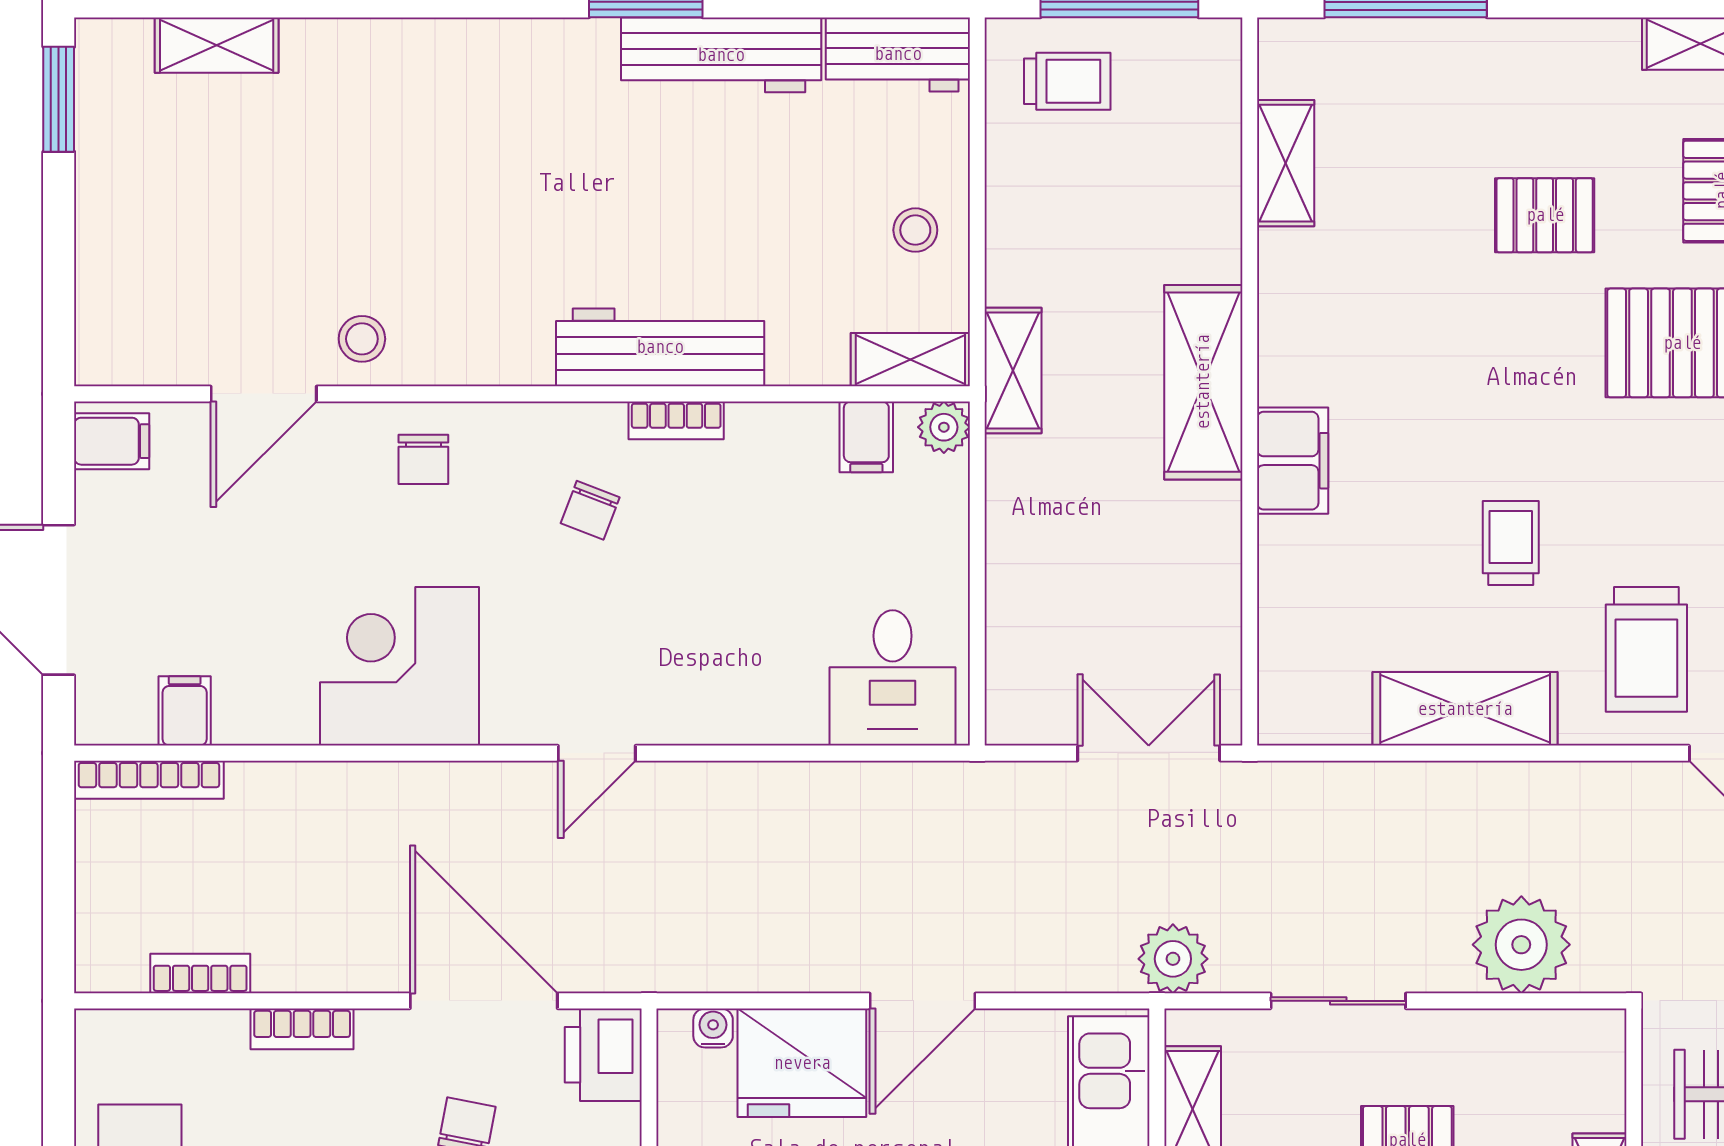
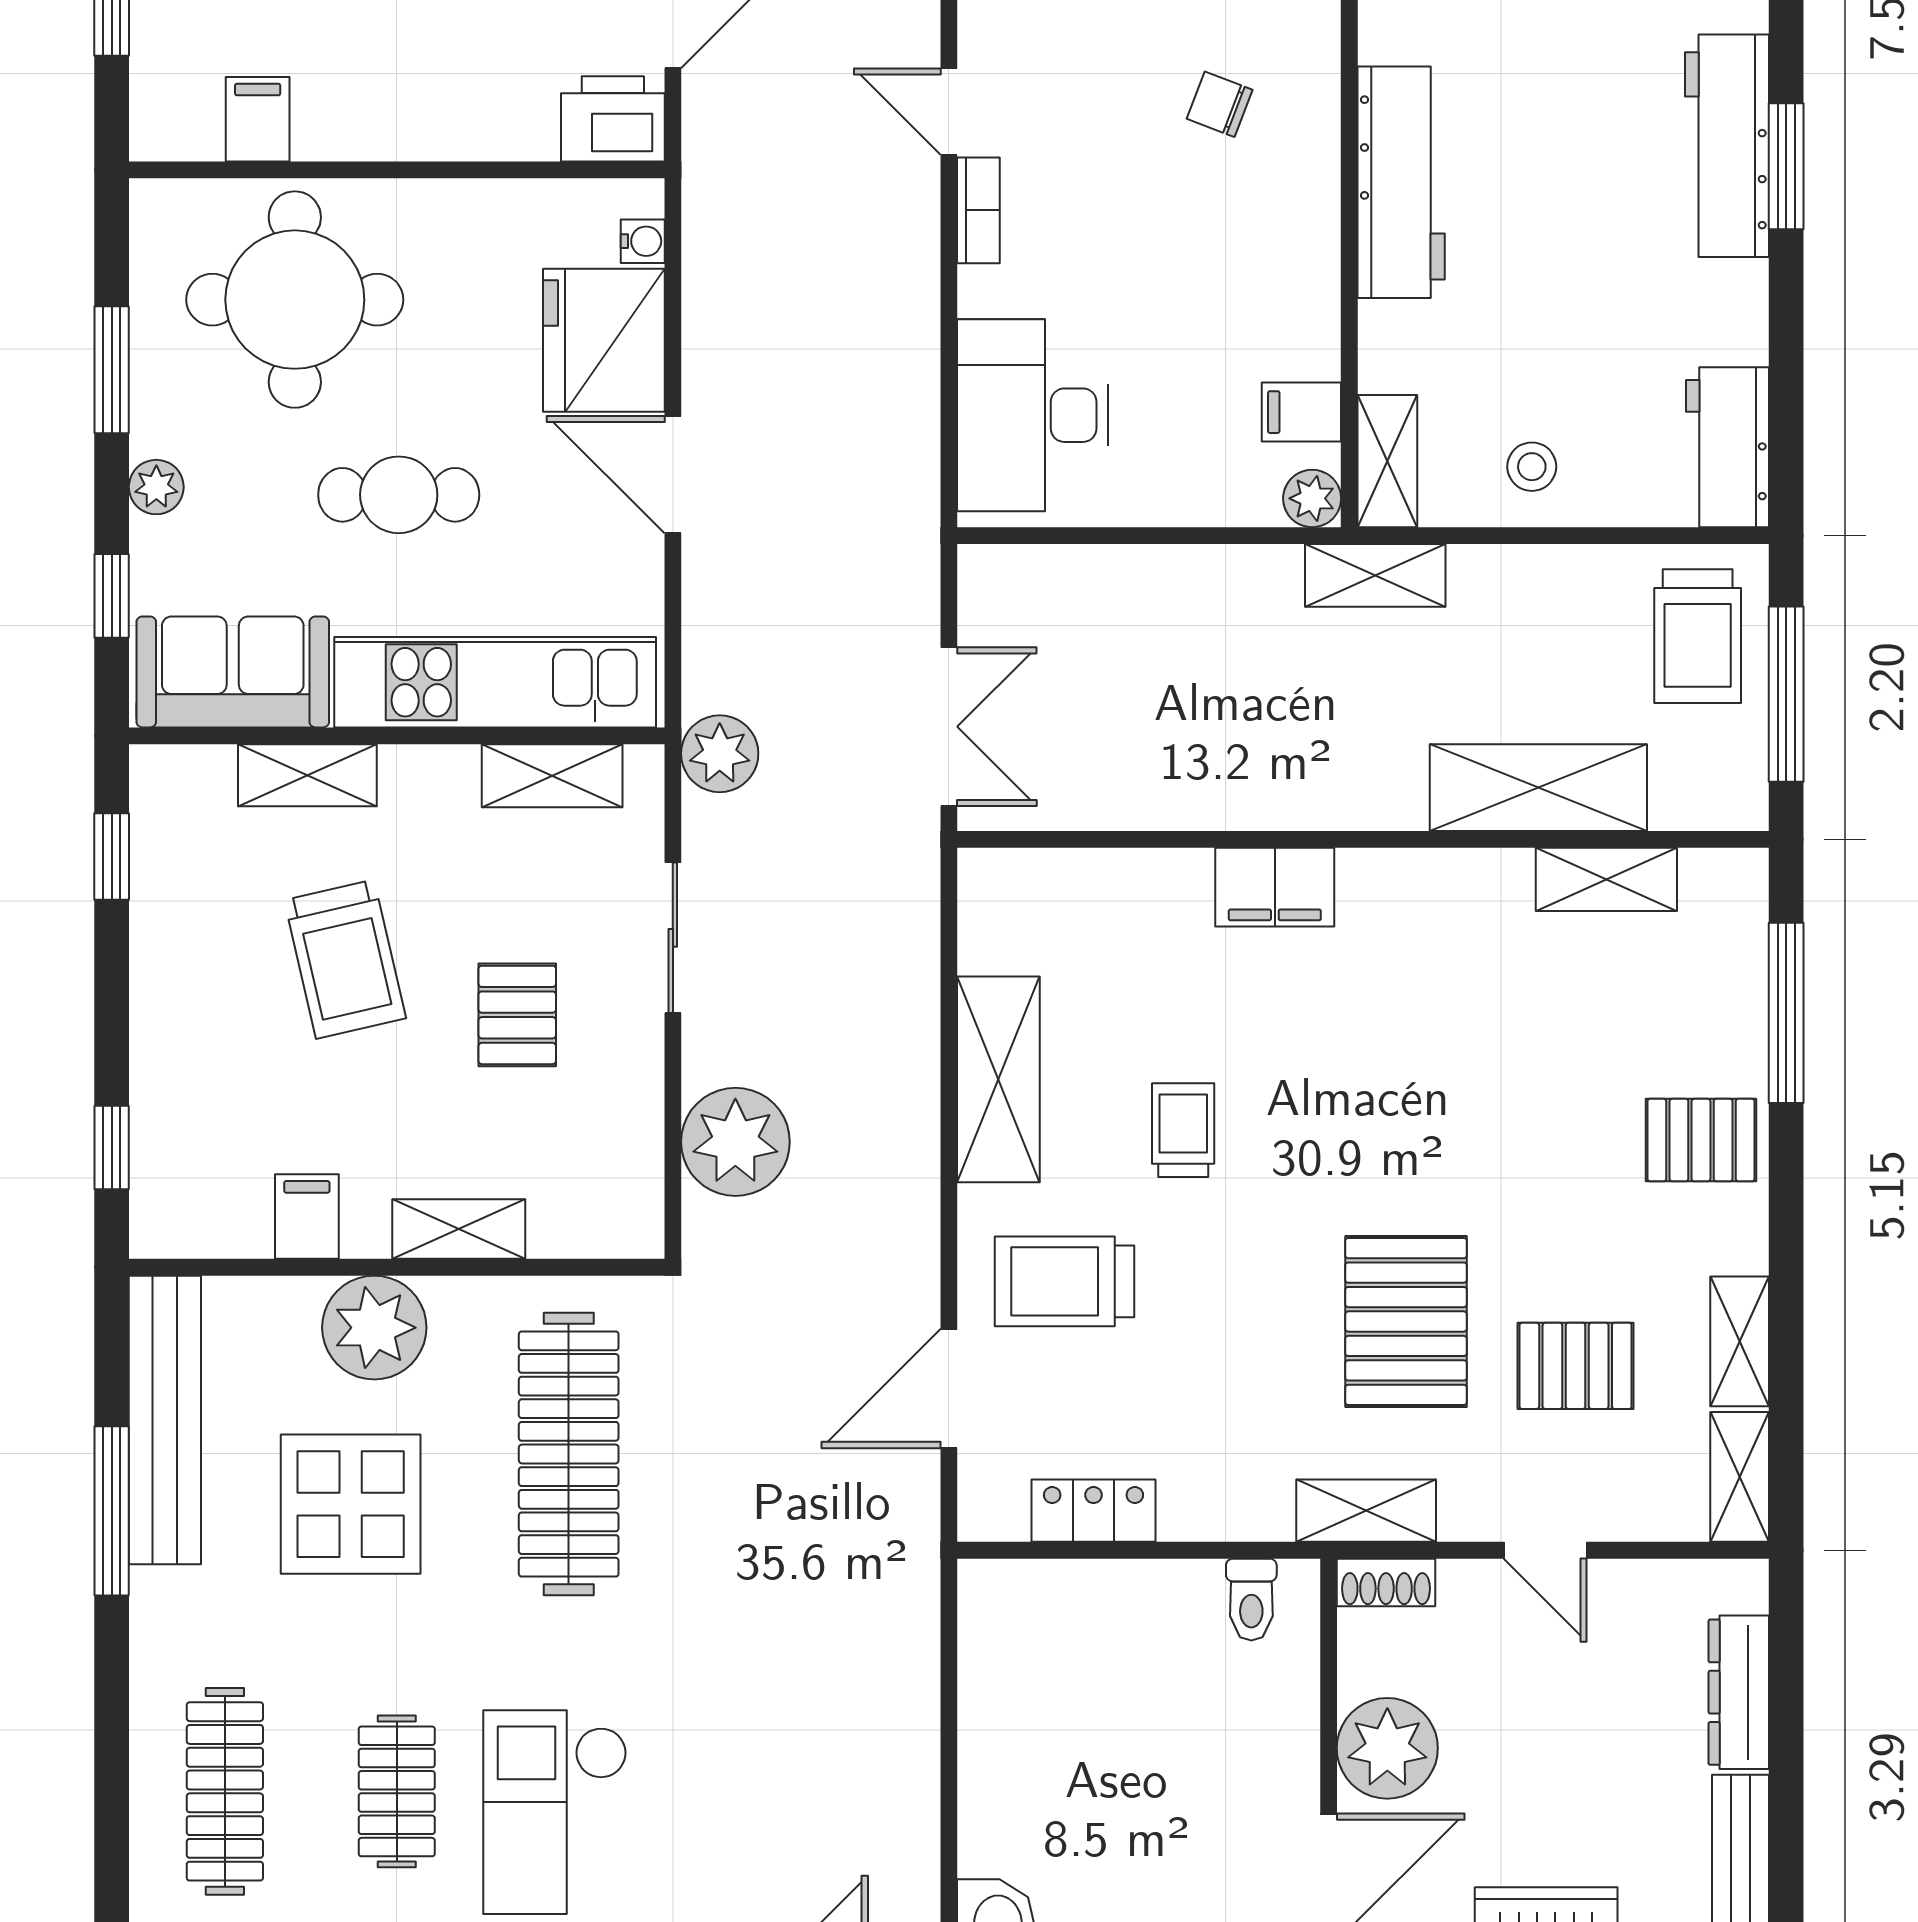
workbench: (721, 55) -> (1727, 146), moved
trolley: (1067, 81) -> (1698, 636), width x1.36, depth x1.39
pallet: (1545, 215) -> (1701, 1140), moved, turned 90
shelving: (1203, 382) -> (1538, 788), moved
bookcase: (676, 420) -> (978, 210), moved, turned 180
trolley: (1511, 543) -> (1183, 1130), turned -90
desk: (893, 678) -> (1033, 415), width x1.37

